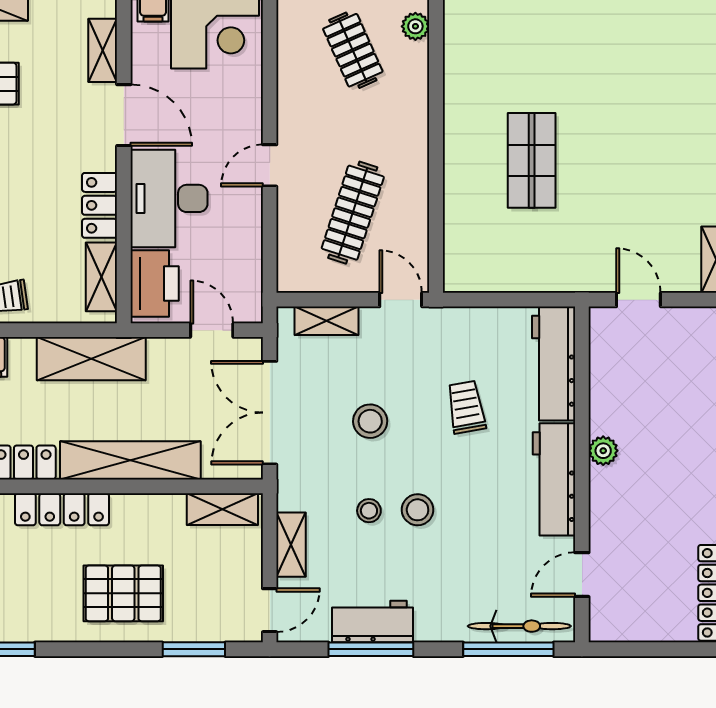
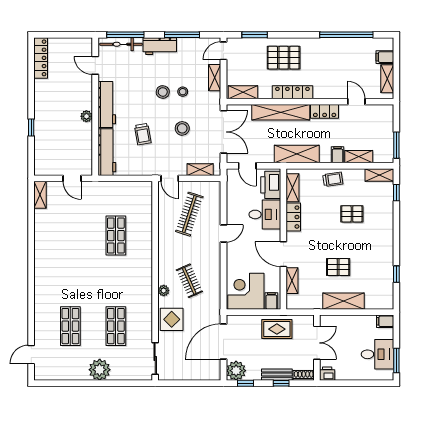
desk: (169, 198) -> (265, 214), width x0.73
locker: (62, 509) -> (292, 92), moved
door: (582, 575) -> (95, 65), swing flipped
workbench: (373, 622) -> (160, 46), moved

